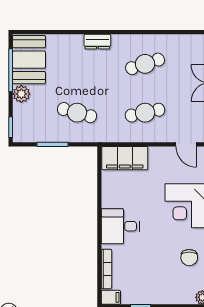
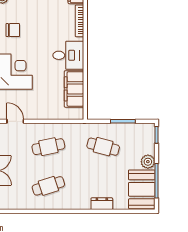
dresser: (97, 42) -> (102, 204), moved
filing cabinet: (125, 158) -> (74, 89), moved, turned -90
chair: (189, 258) -> (13, 30), turned 90

